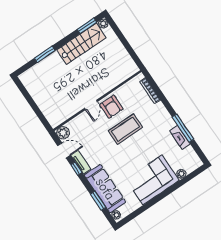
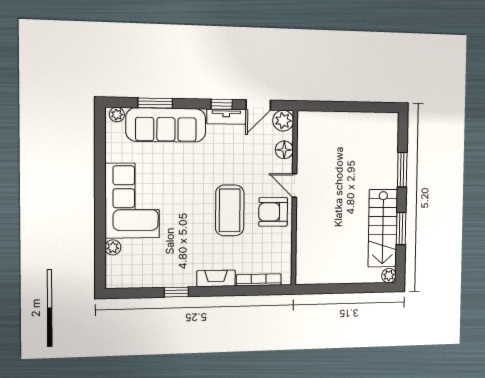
window: (87, 26) -> (401, 229), moved
floor lamp: (77, 122) -> (284, 150), added
window: (183, 128) -> (176, 292), width x0.46
fireplace: (180, 137) -> (216, 278), moved

